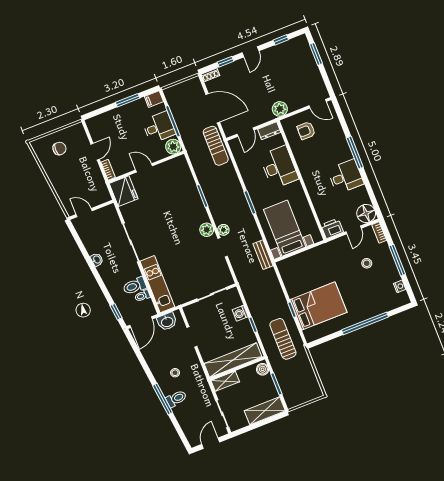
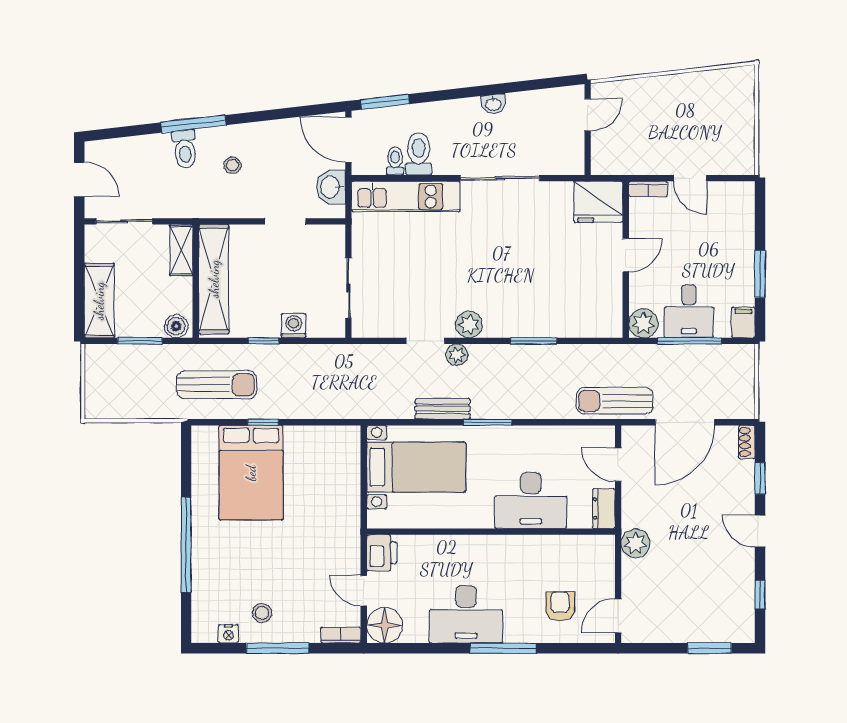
armchair: (306, 130) -> (560, 606), moved
chair: (59, 149) -> (721, 116), removed
desk: (346, 177) -> (466, 614), width x1.37
bench: (263, 255) -> (443, 409), moved
stool: (367, 263) -> (262, 613), moved
window: (116, 312) -> (385, 102), width x1.50

